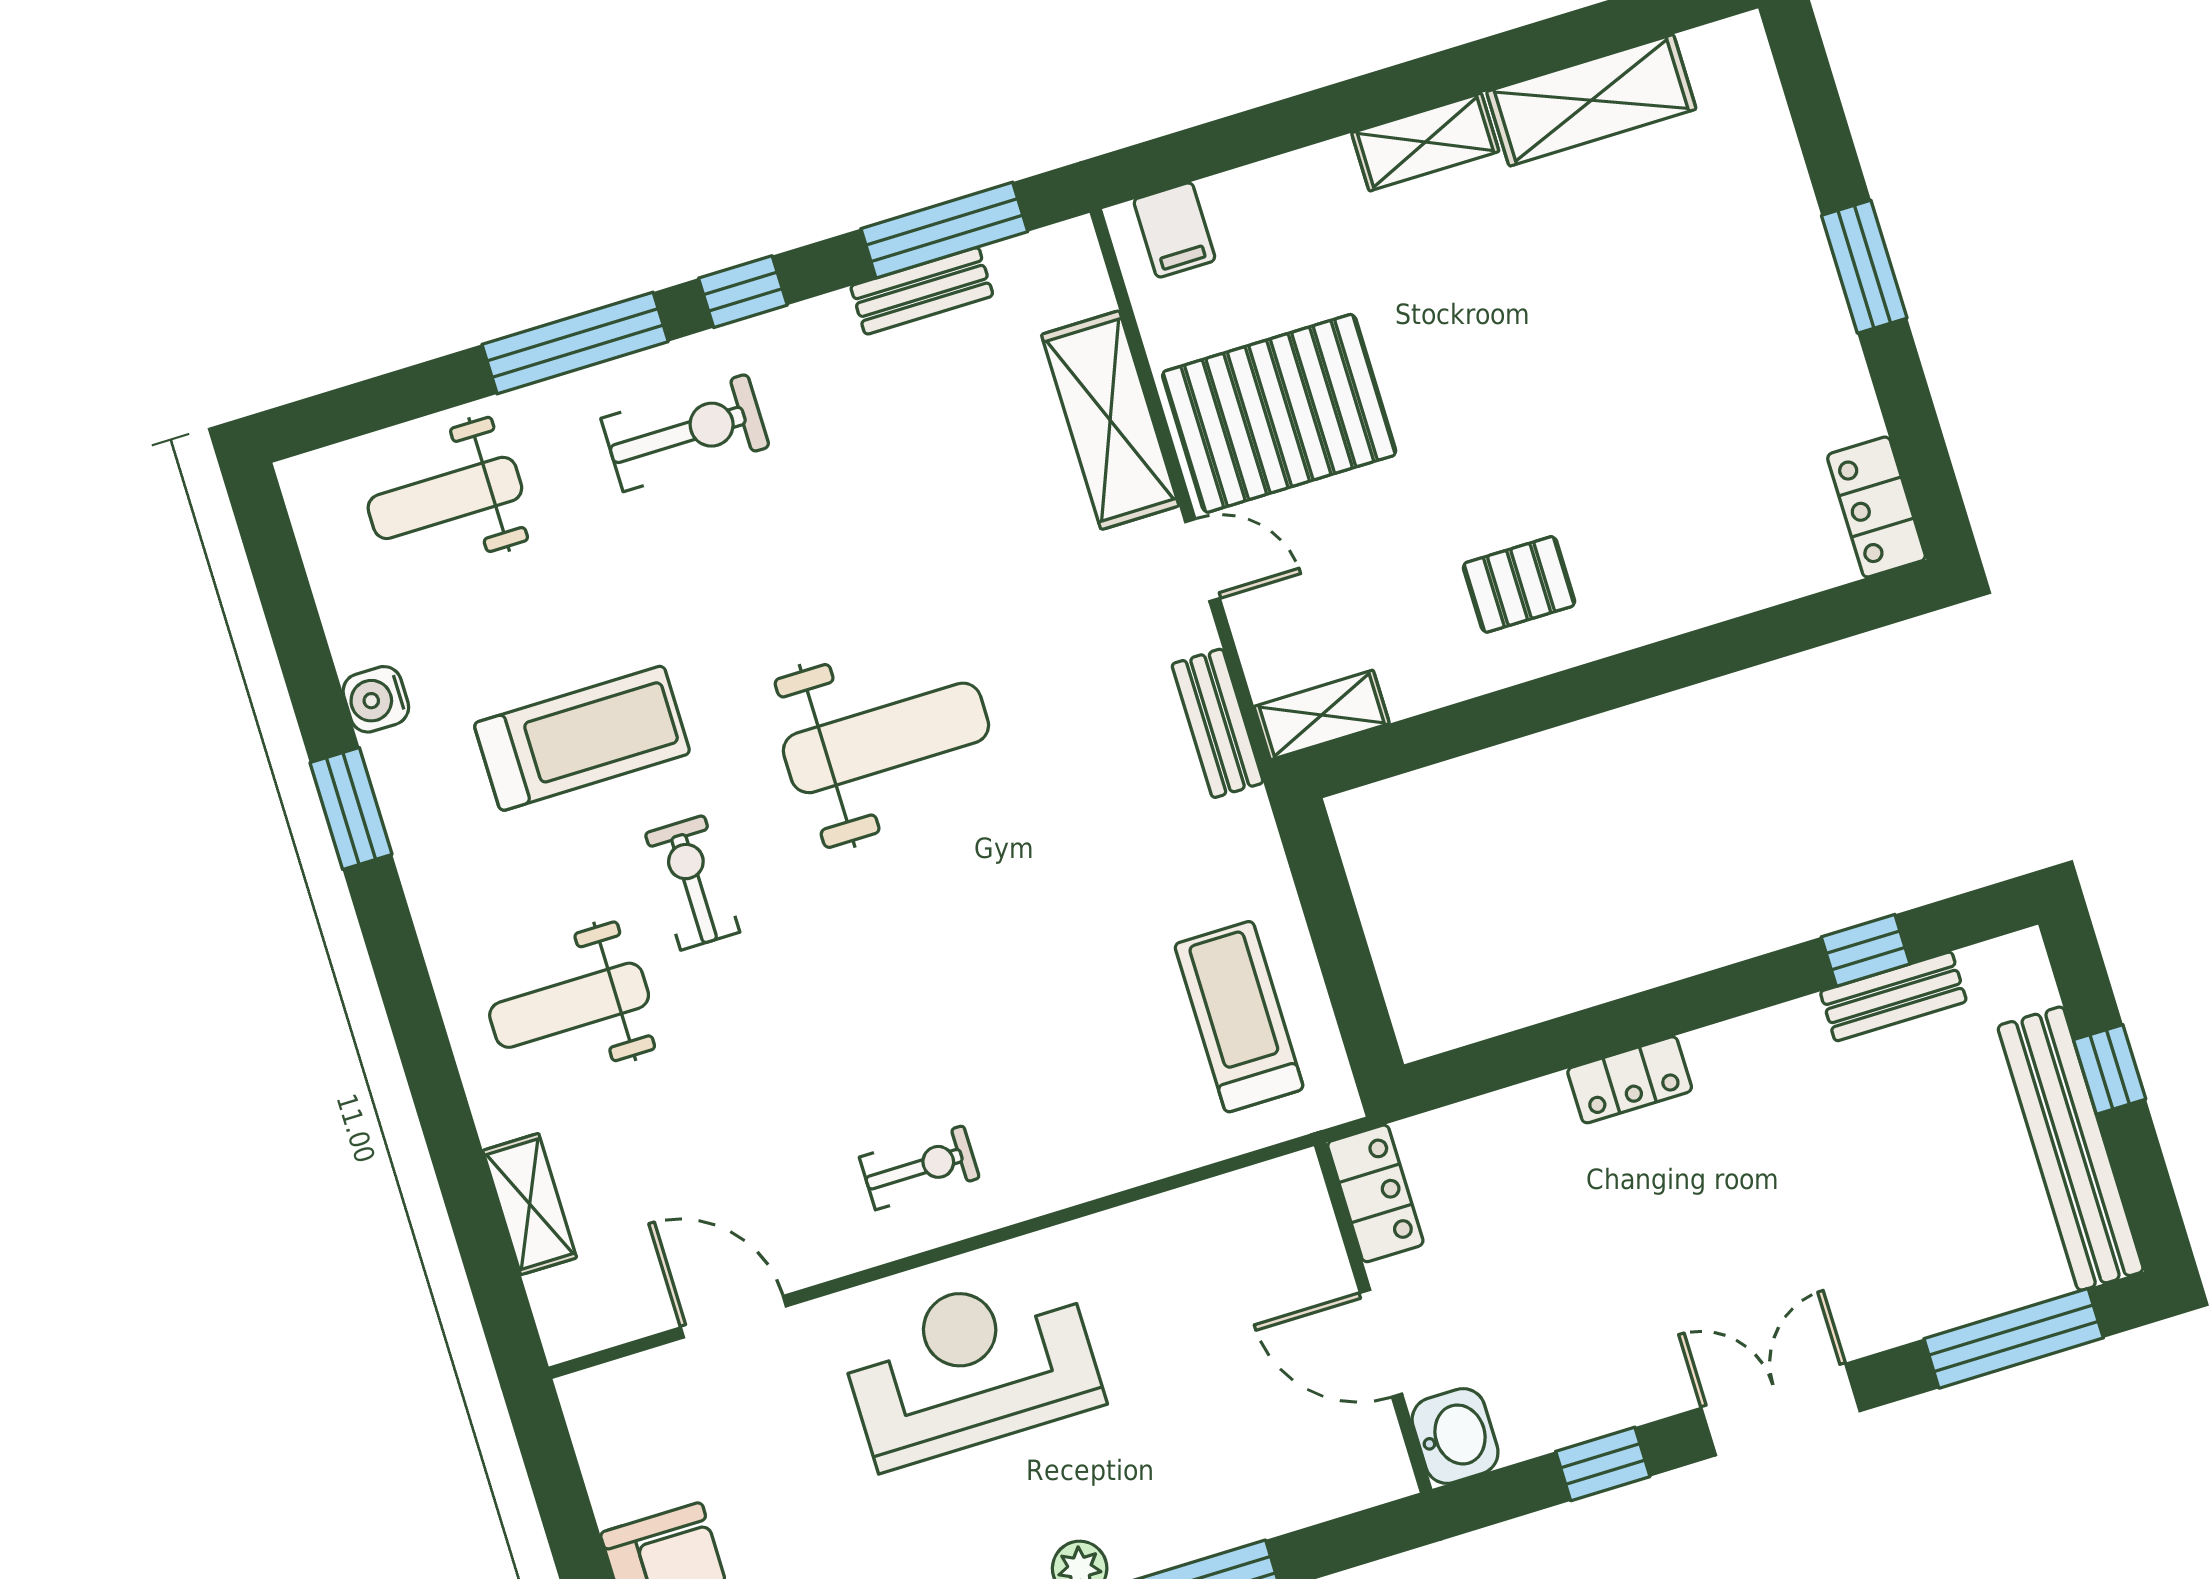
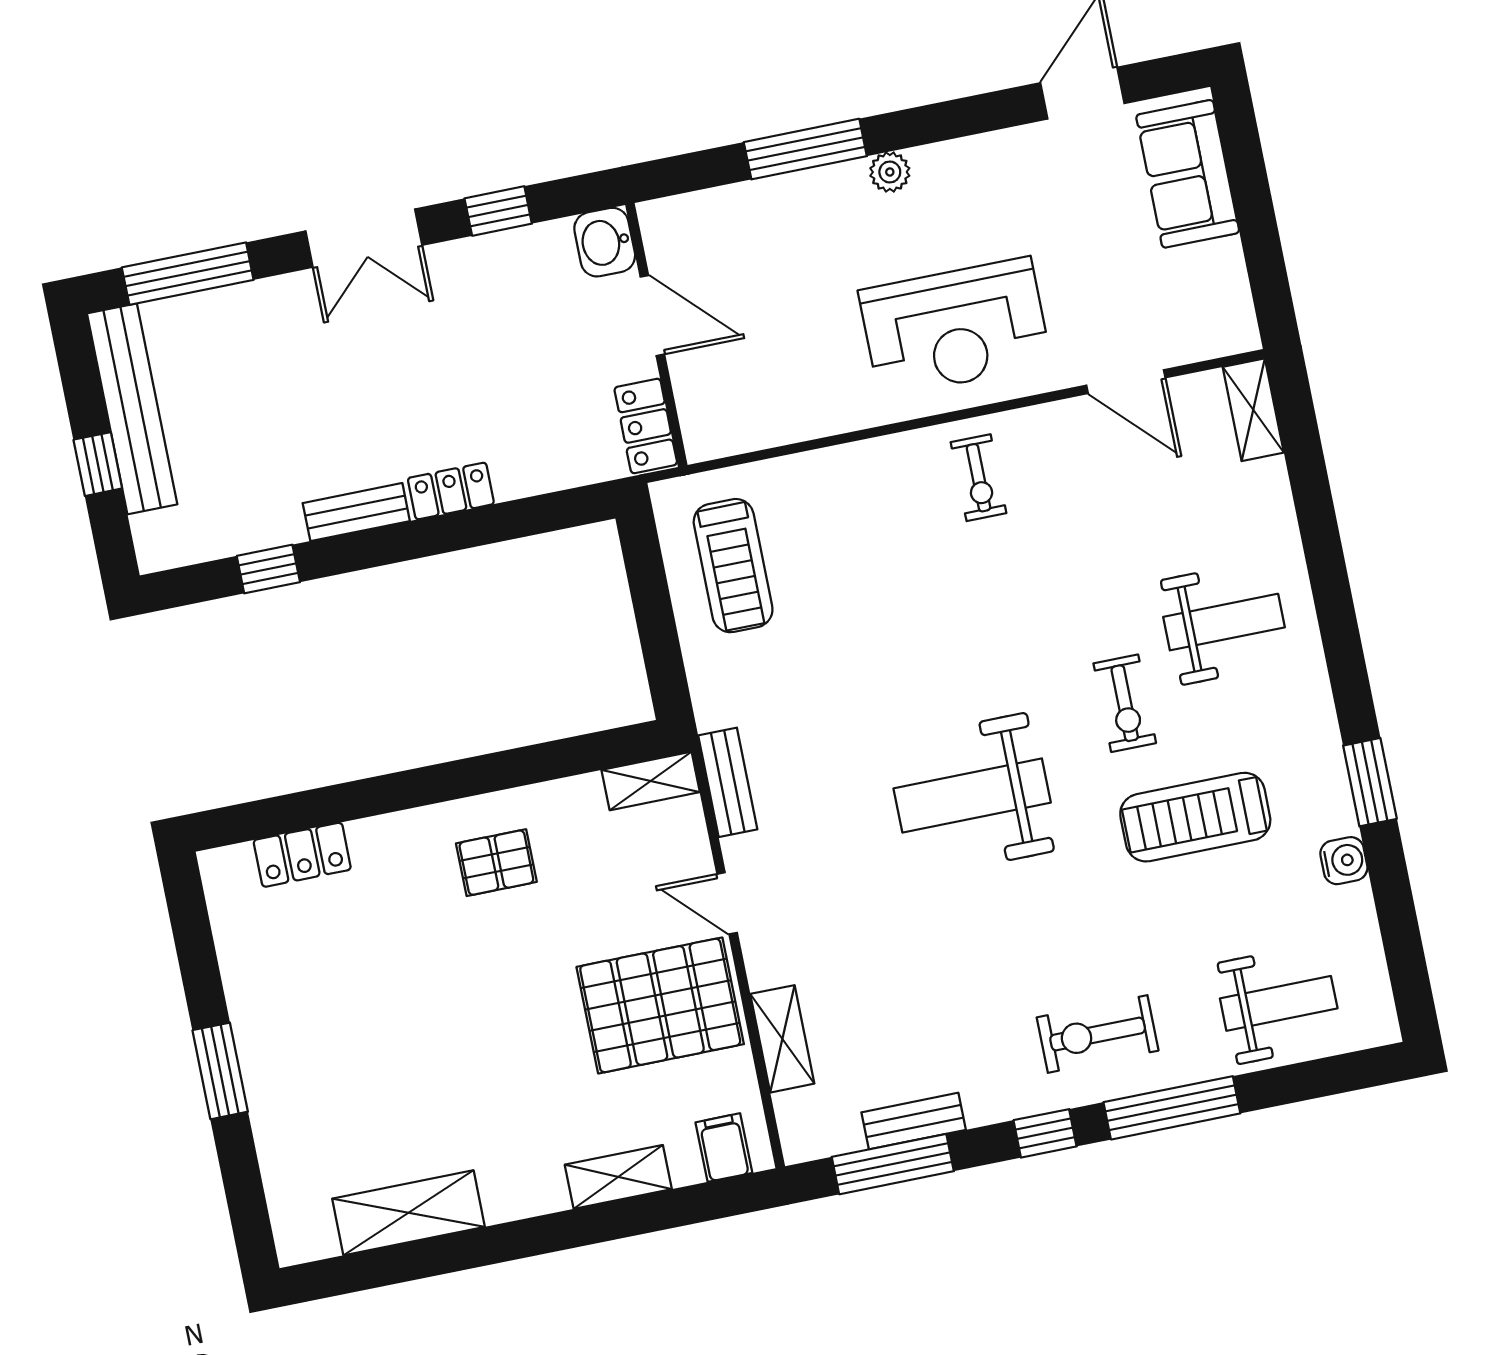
shelving: (1425, 142) -> (618, 1177), moved
shelving: (1110, 420) -> (782, 1039), width x0.67, depth x0.75
locker: (1876, 507) -> (302, 855), moved, turned 90
bench: (1893, 996) -> (356, 512), moved
exercise bike: (919, 1168) -> (979, 478), turned -90
shelving: (530, 1204) -> (1253, 410), moved

